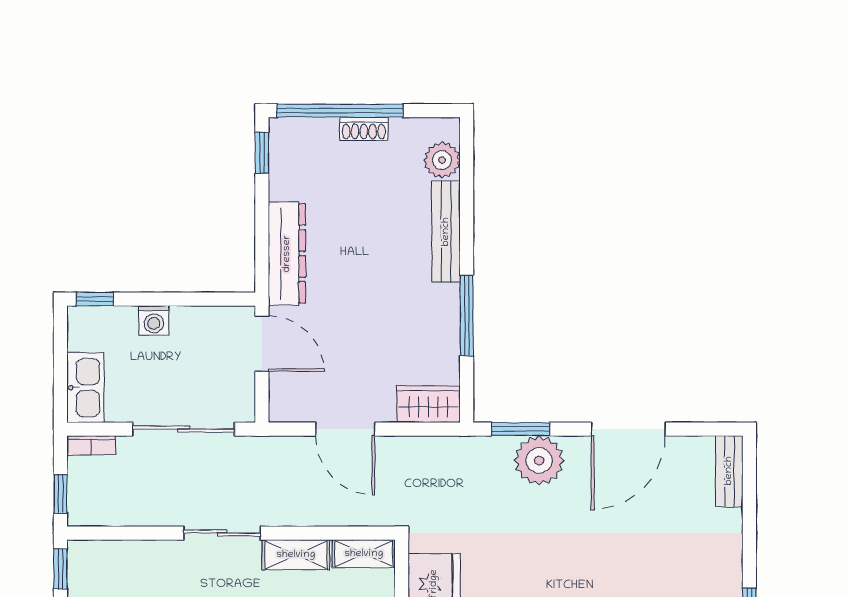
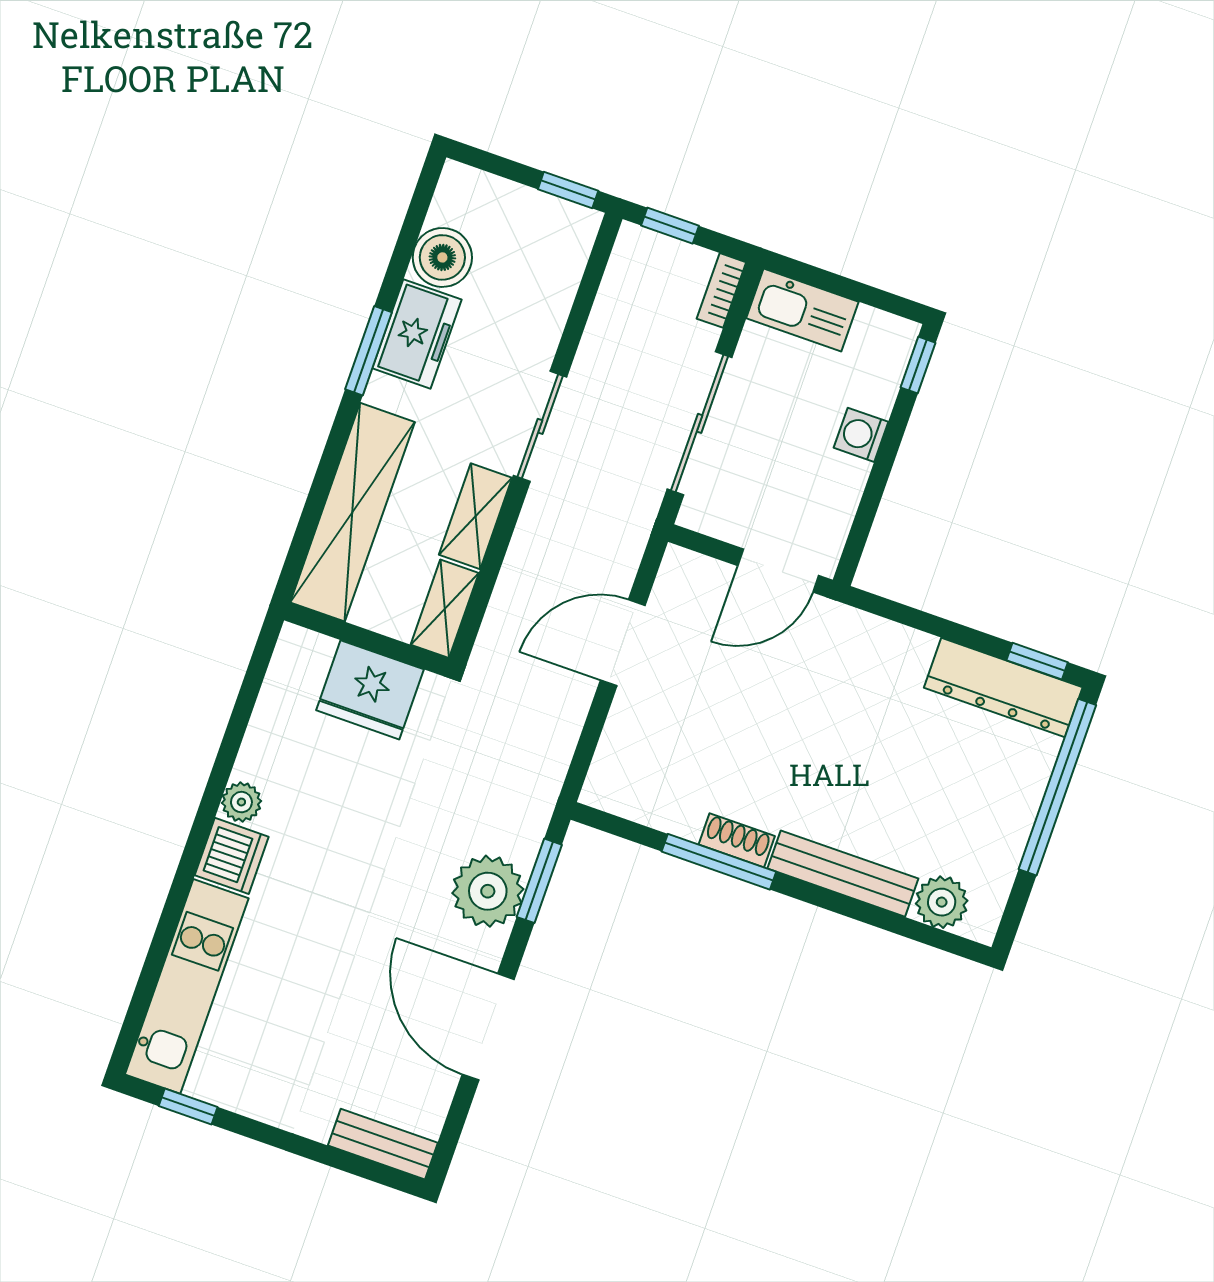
shoe rack: (364, 129) -> (737, 840), moved, turned 90
dresser: (287, 254) -> (1003, 687), moved
wardrobe: (428, 404) -> (617, 768), removed

